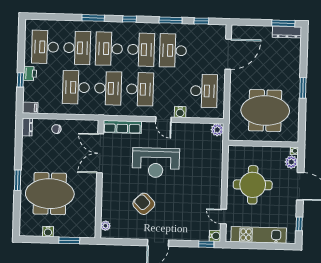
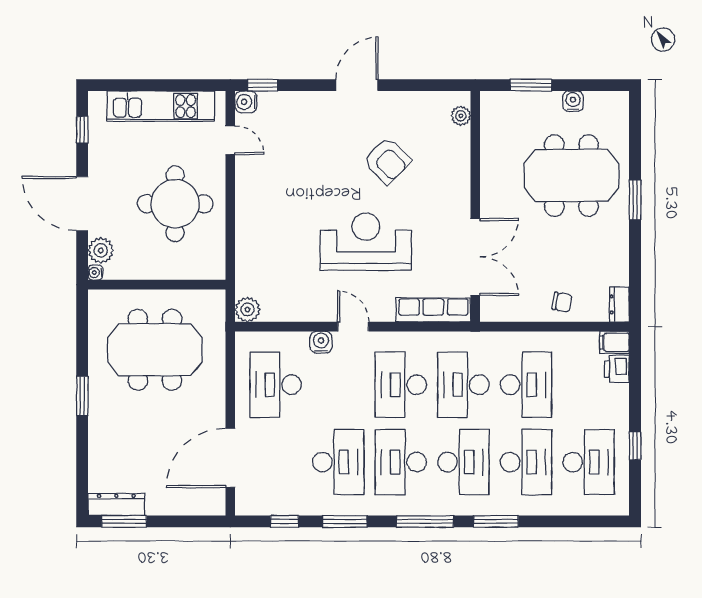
window: (130, 19) -> (425, 521), width x2.17
desk: (77, 48) -> (526, 462), turned 180
printer: (30, 74) -> (617, 369), moved
window: (20, 80) -> (635, 446), moved

